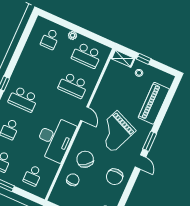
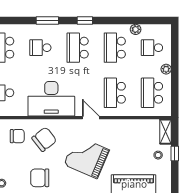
plant: (29, 46) -> (136, 29), added
school desk: (37, 69) -> (115, 48), added
door: (85, 114) -> (91, 118), swing flipped

